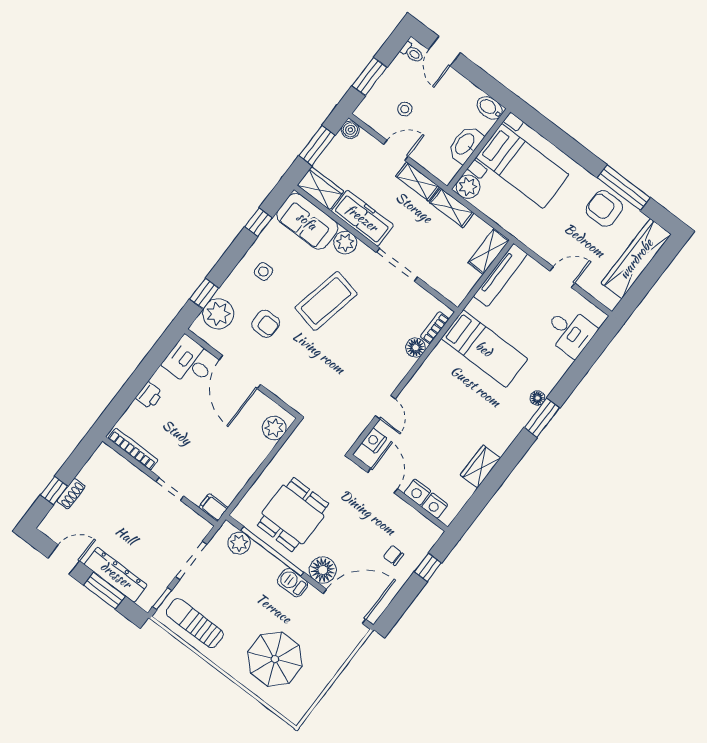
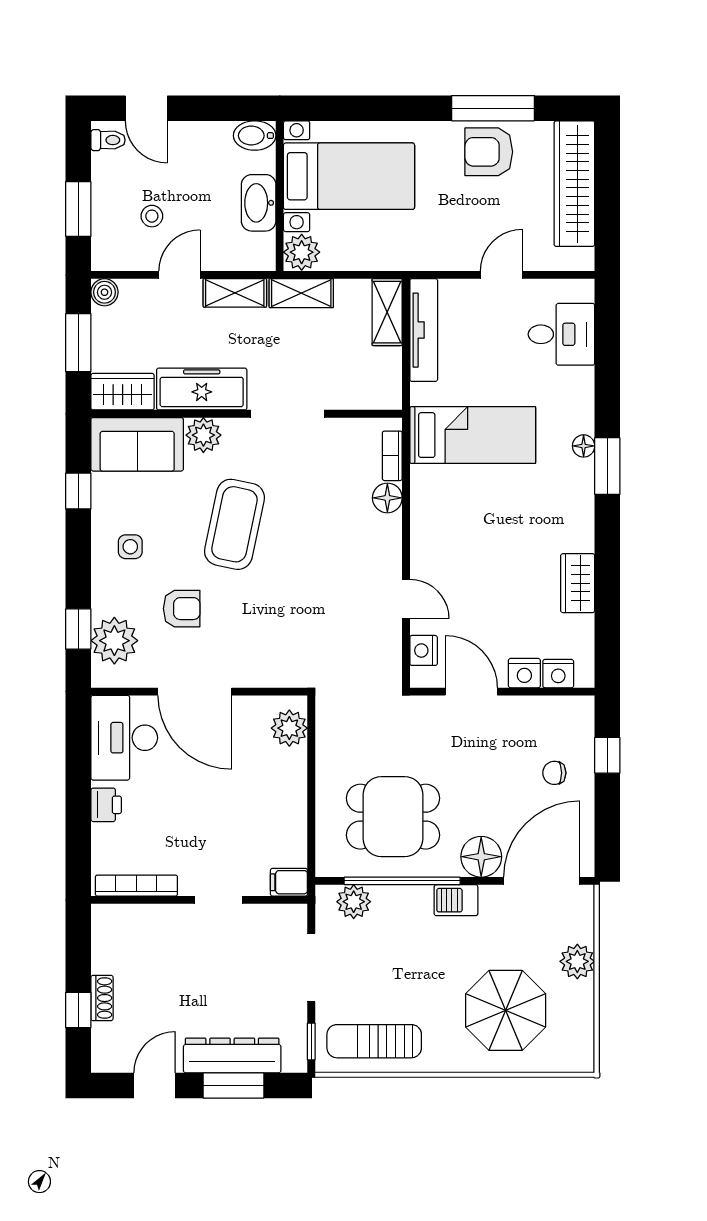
desk: (190, 362) -> (124, 738), width x1.37
dining table: (293, 515) -> (393, 817), turned 90
plant: (331, 662) -> (577, 961), added

